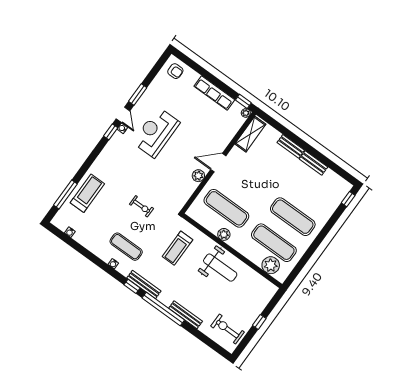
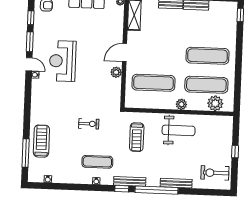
window: (111, 132) -> (31, 18), moved
plant: (224, 234) -> (181, 104), moved

